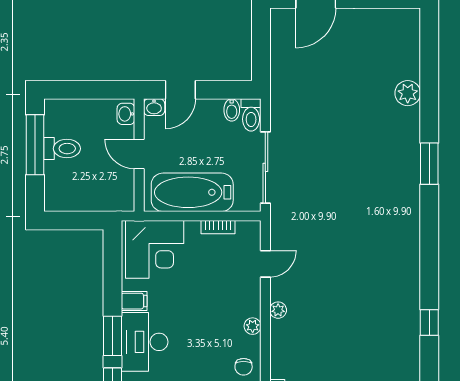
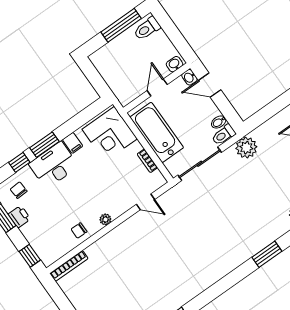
toilet: (62, 149) -> (147, 29), moved, turned 90
plant: (278, 310) -> (246, 148), moved, width x1.87, depth x1.87

